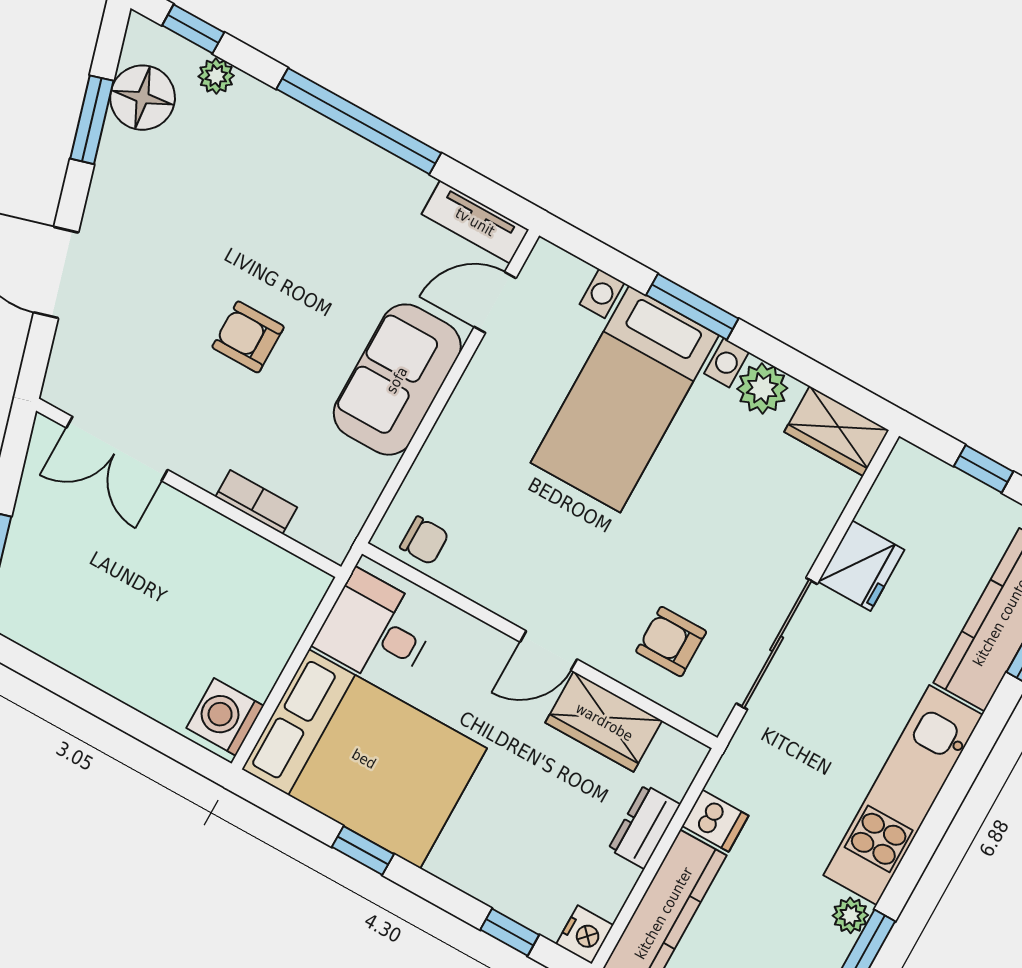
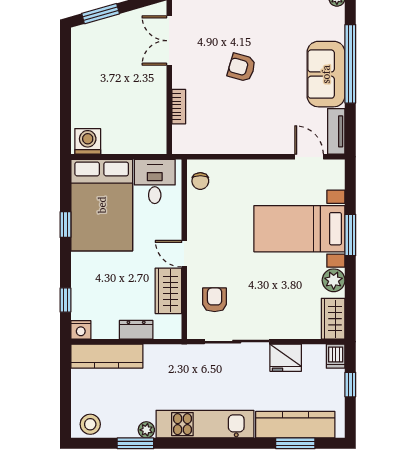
armchair: (248, 337) -> (242, 68), turned -74
sofa: (397, 380) -> (326, 74), moved, turned -90
dishwasher: (715, 821) -> (336, 356), moved

